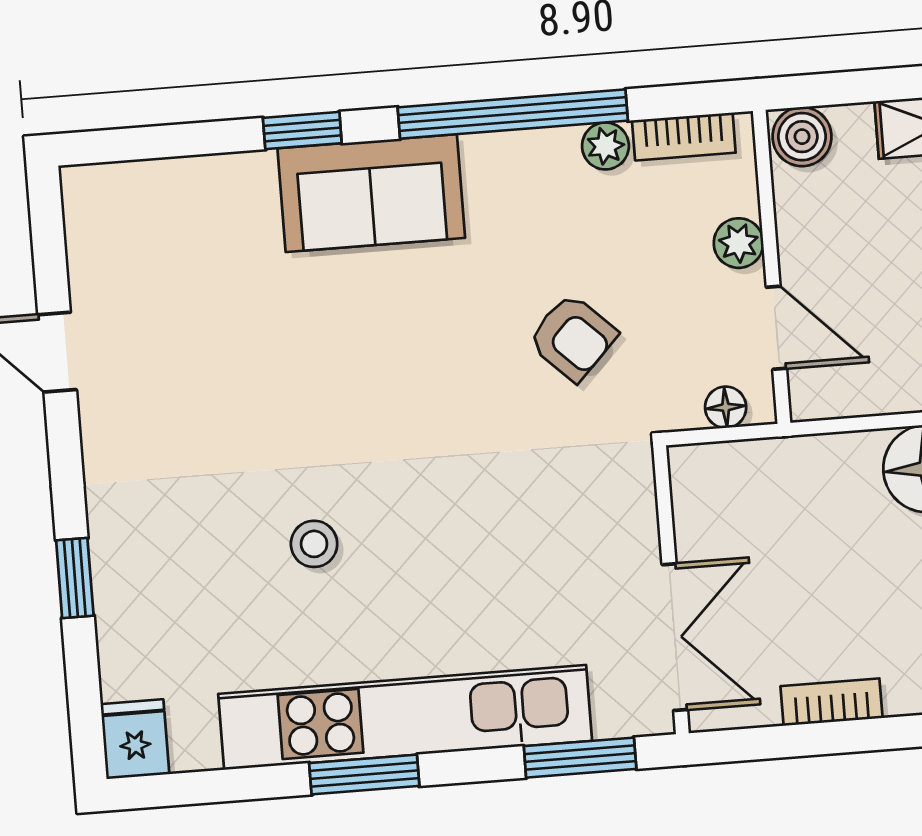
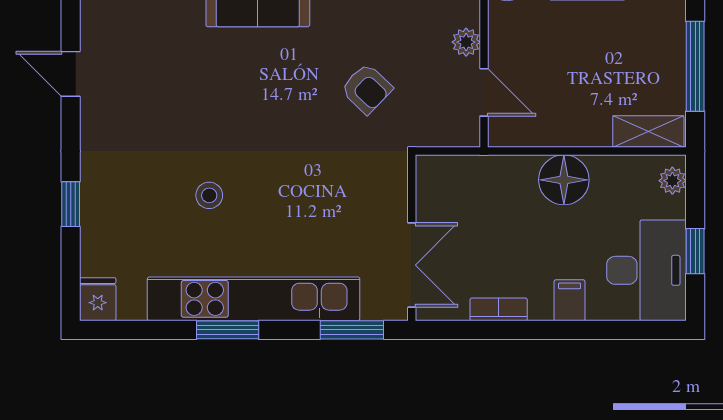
floor lamp: (726, 407) -> (451, 136), removed

